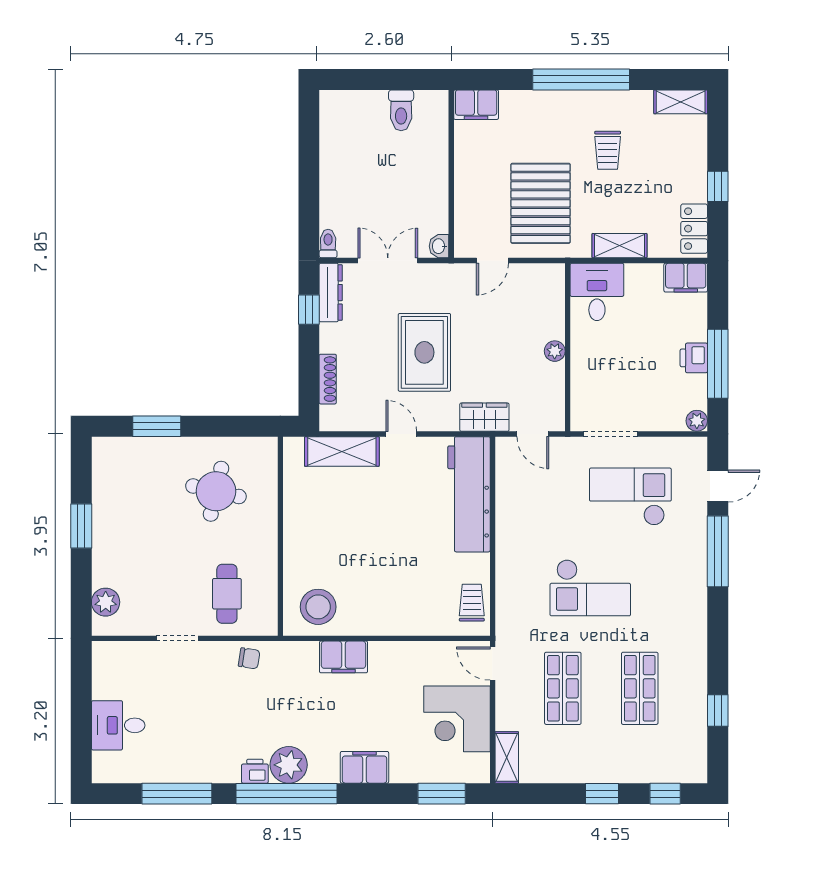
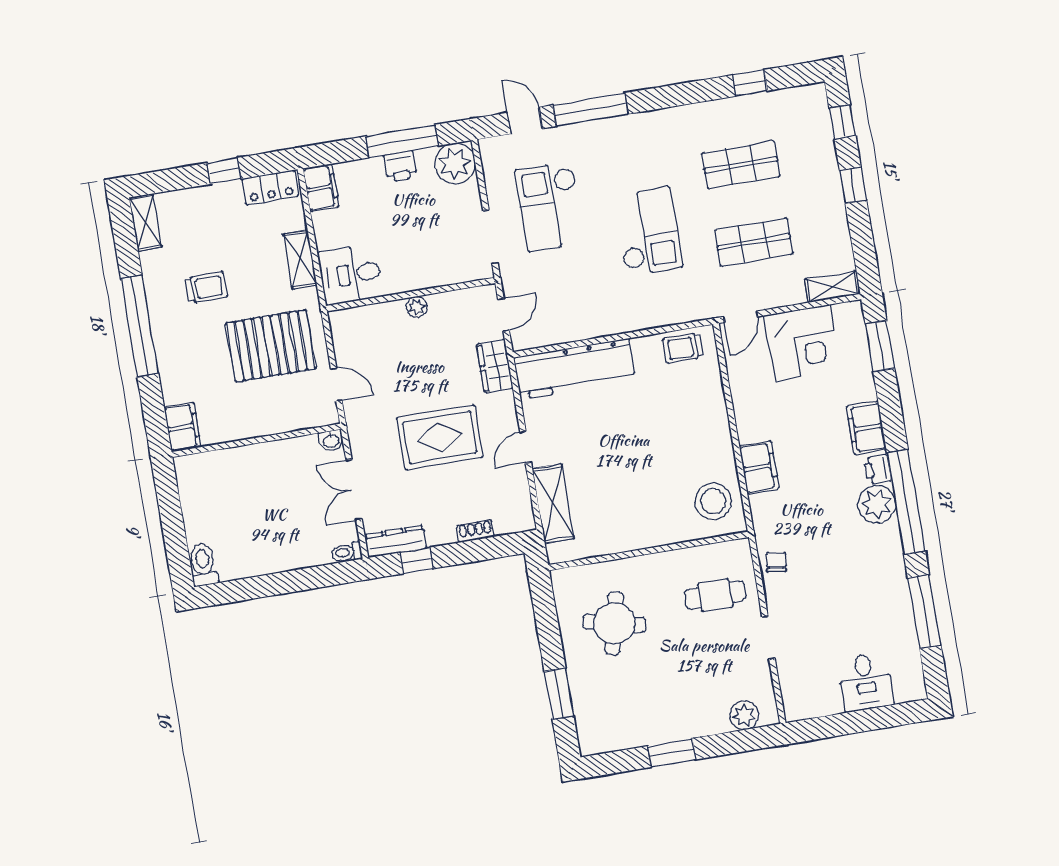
toilet: (401, 110) -> (203, 564), moved, turned -90
shoe rack: (328, 379) -> (475, 531), width x0.70
plant: (697, 421) -> (455, 163), width x1.87, depth x1.87
printer: (255, 771) -> (877, 469), moved

